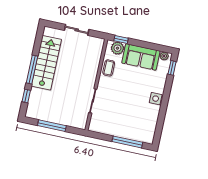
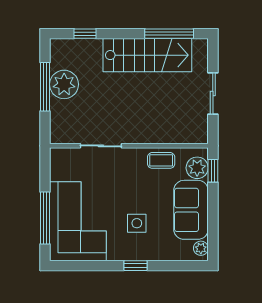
window: (172, 68) -> (136, 266), moved
window: (32, 70) -> (169, 34), moved
side table: (156, 99) -> (137, 223), moved
plant: (53, 114) -> (64, 84), added
corner sofa: (133, 123) -> (78, 221), added

